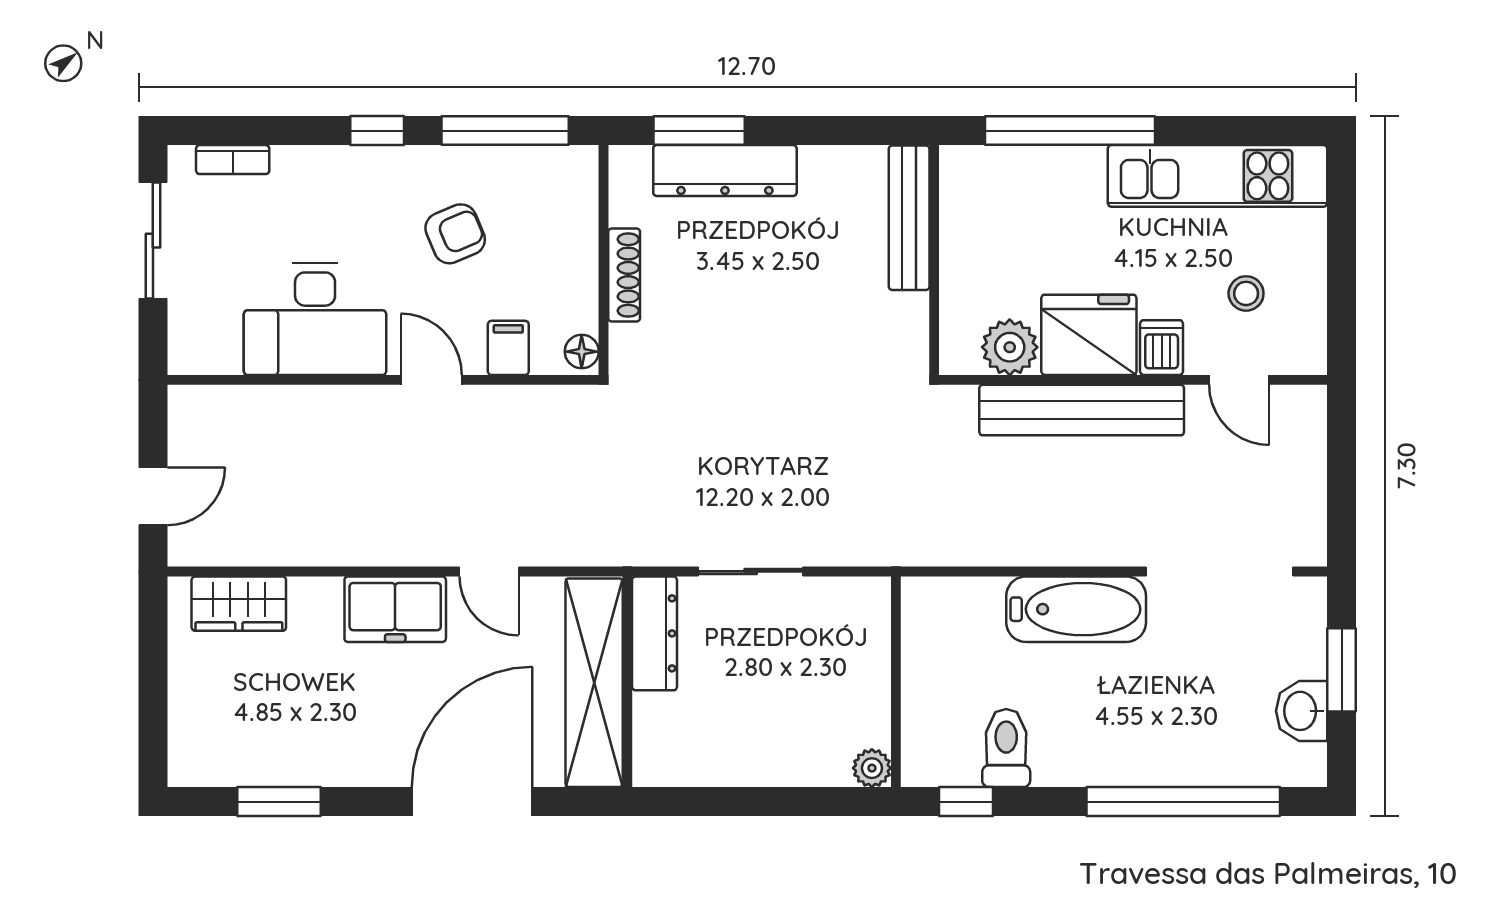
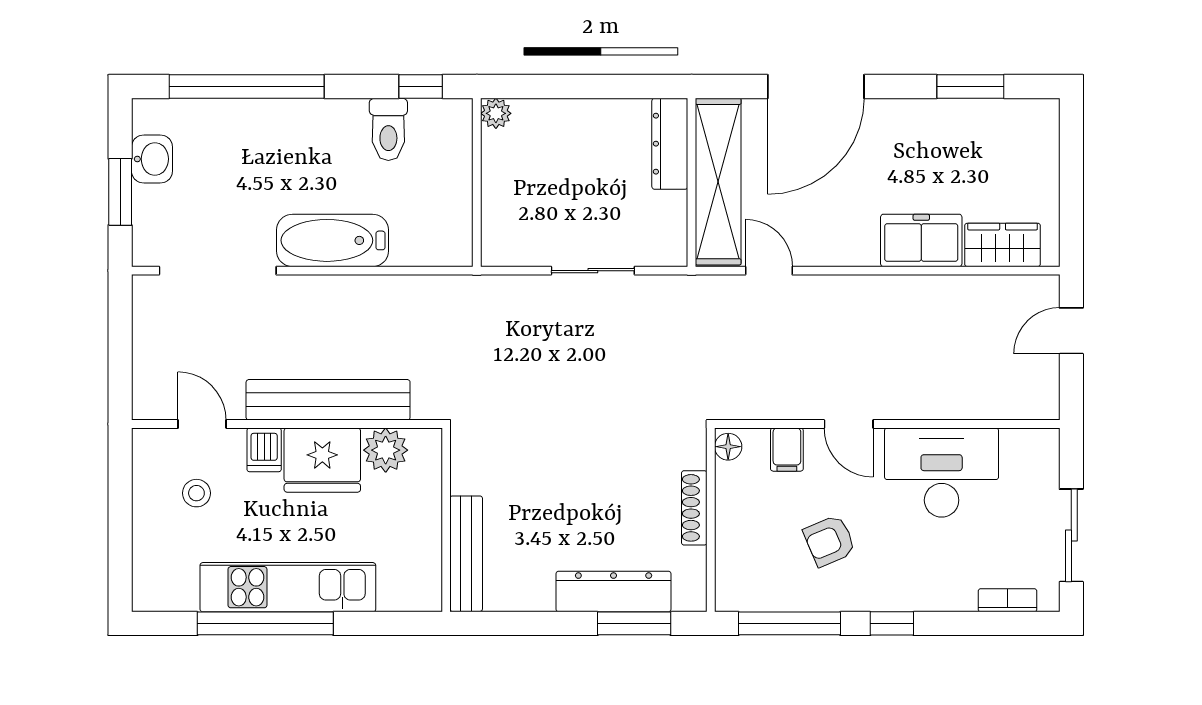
window: (1070, 131) -> (265, 623), moved
kitchen unit: (1218, 176) -> (288, 587), moved
door: (489, 571) -> (769, 271), moved
freezer: (395, 609) -> (921, 240), moved
dresser: (655, 633) -> (670, 144), moved

